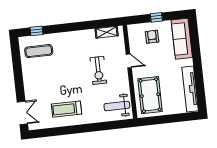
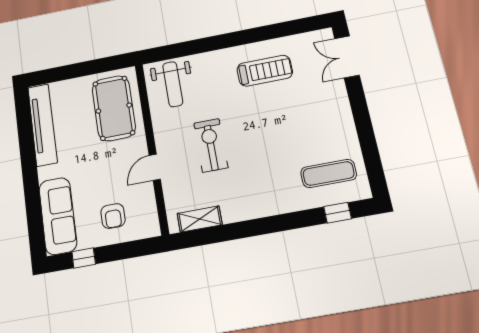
window: (156, 17) -> (84, 258), moved
door: (129, 61) -> (155, 167), hinge flipped
weight bench: (117, 106) -> (173, 84), turned 90

